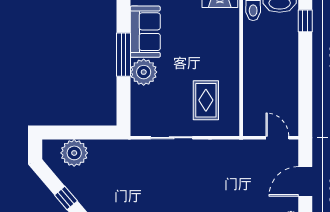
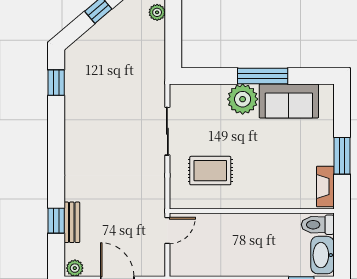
door: (277, 138) -> (167, 230), moved
plant: (74, 153) -> (157, 12), width x0.53, depth x0.53

